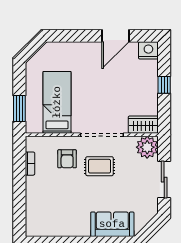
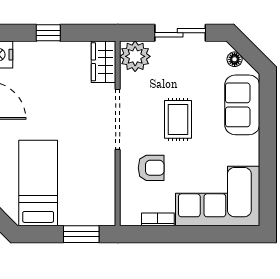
bed: (57, 102) -> (38, 183), moved, turned 90
rug: (100, 166) -> (178, 119), moved
corner sofa: (47, 207) -> (218, 196), added
floor lamp: (145, 219) -> (235, 59), added

